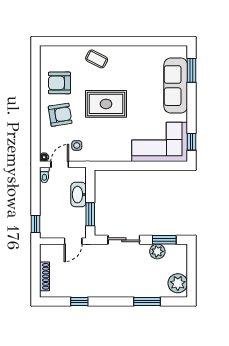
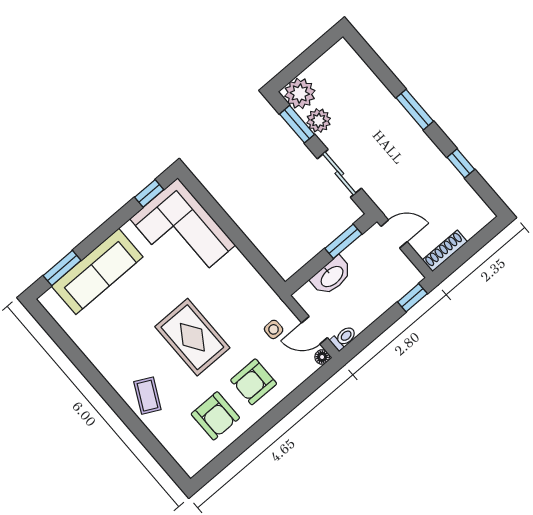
armchair: (60, 115) -> (254, 382), turned -81
shoe rack: (44, 276) -> (445, 251), moved
plant: (178, 283) -> (300, 93), moved
window: (147, 301) -> (415, 110), moved

